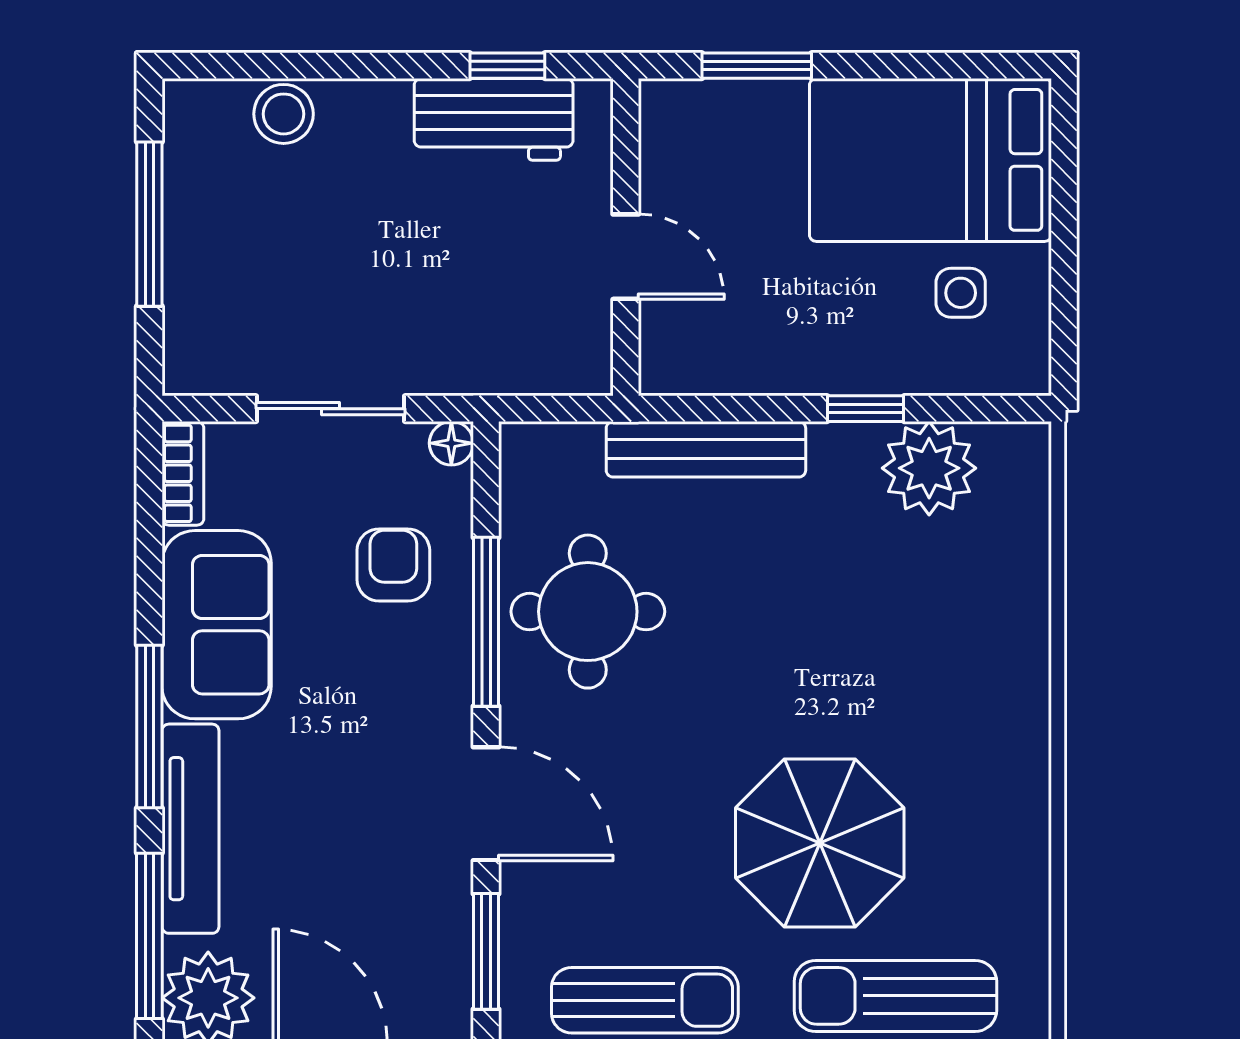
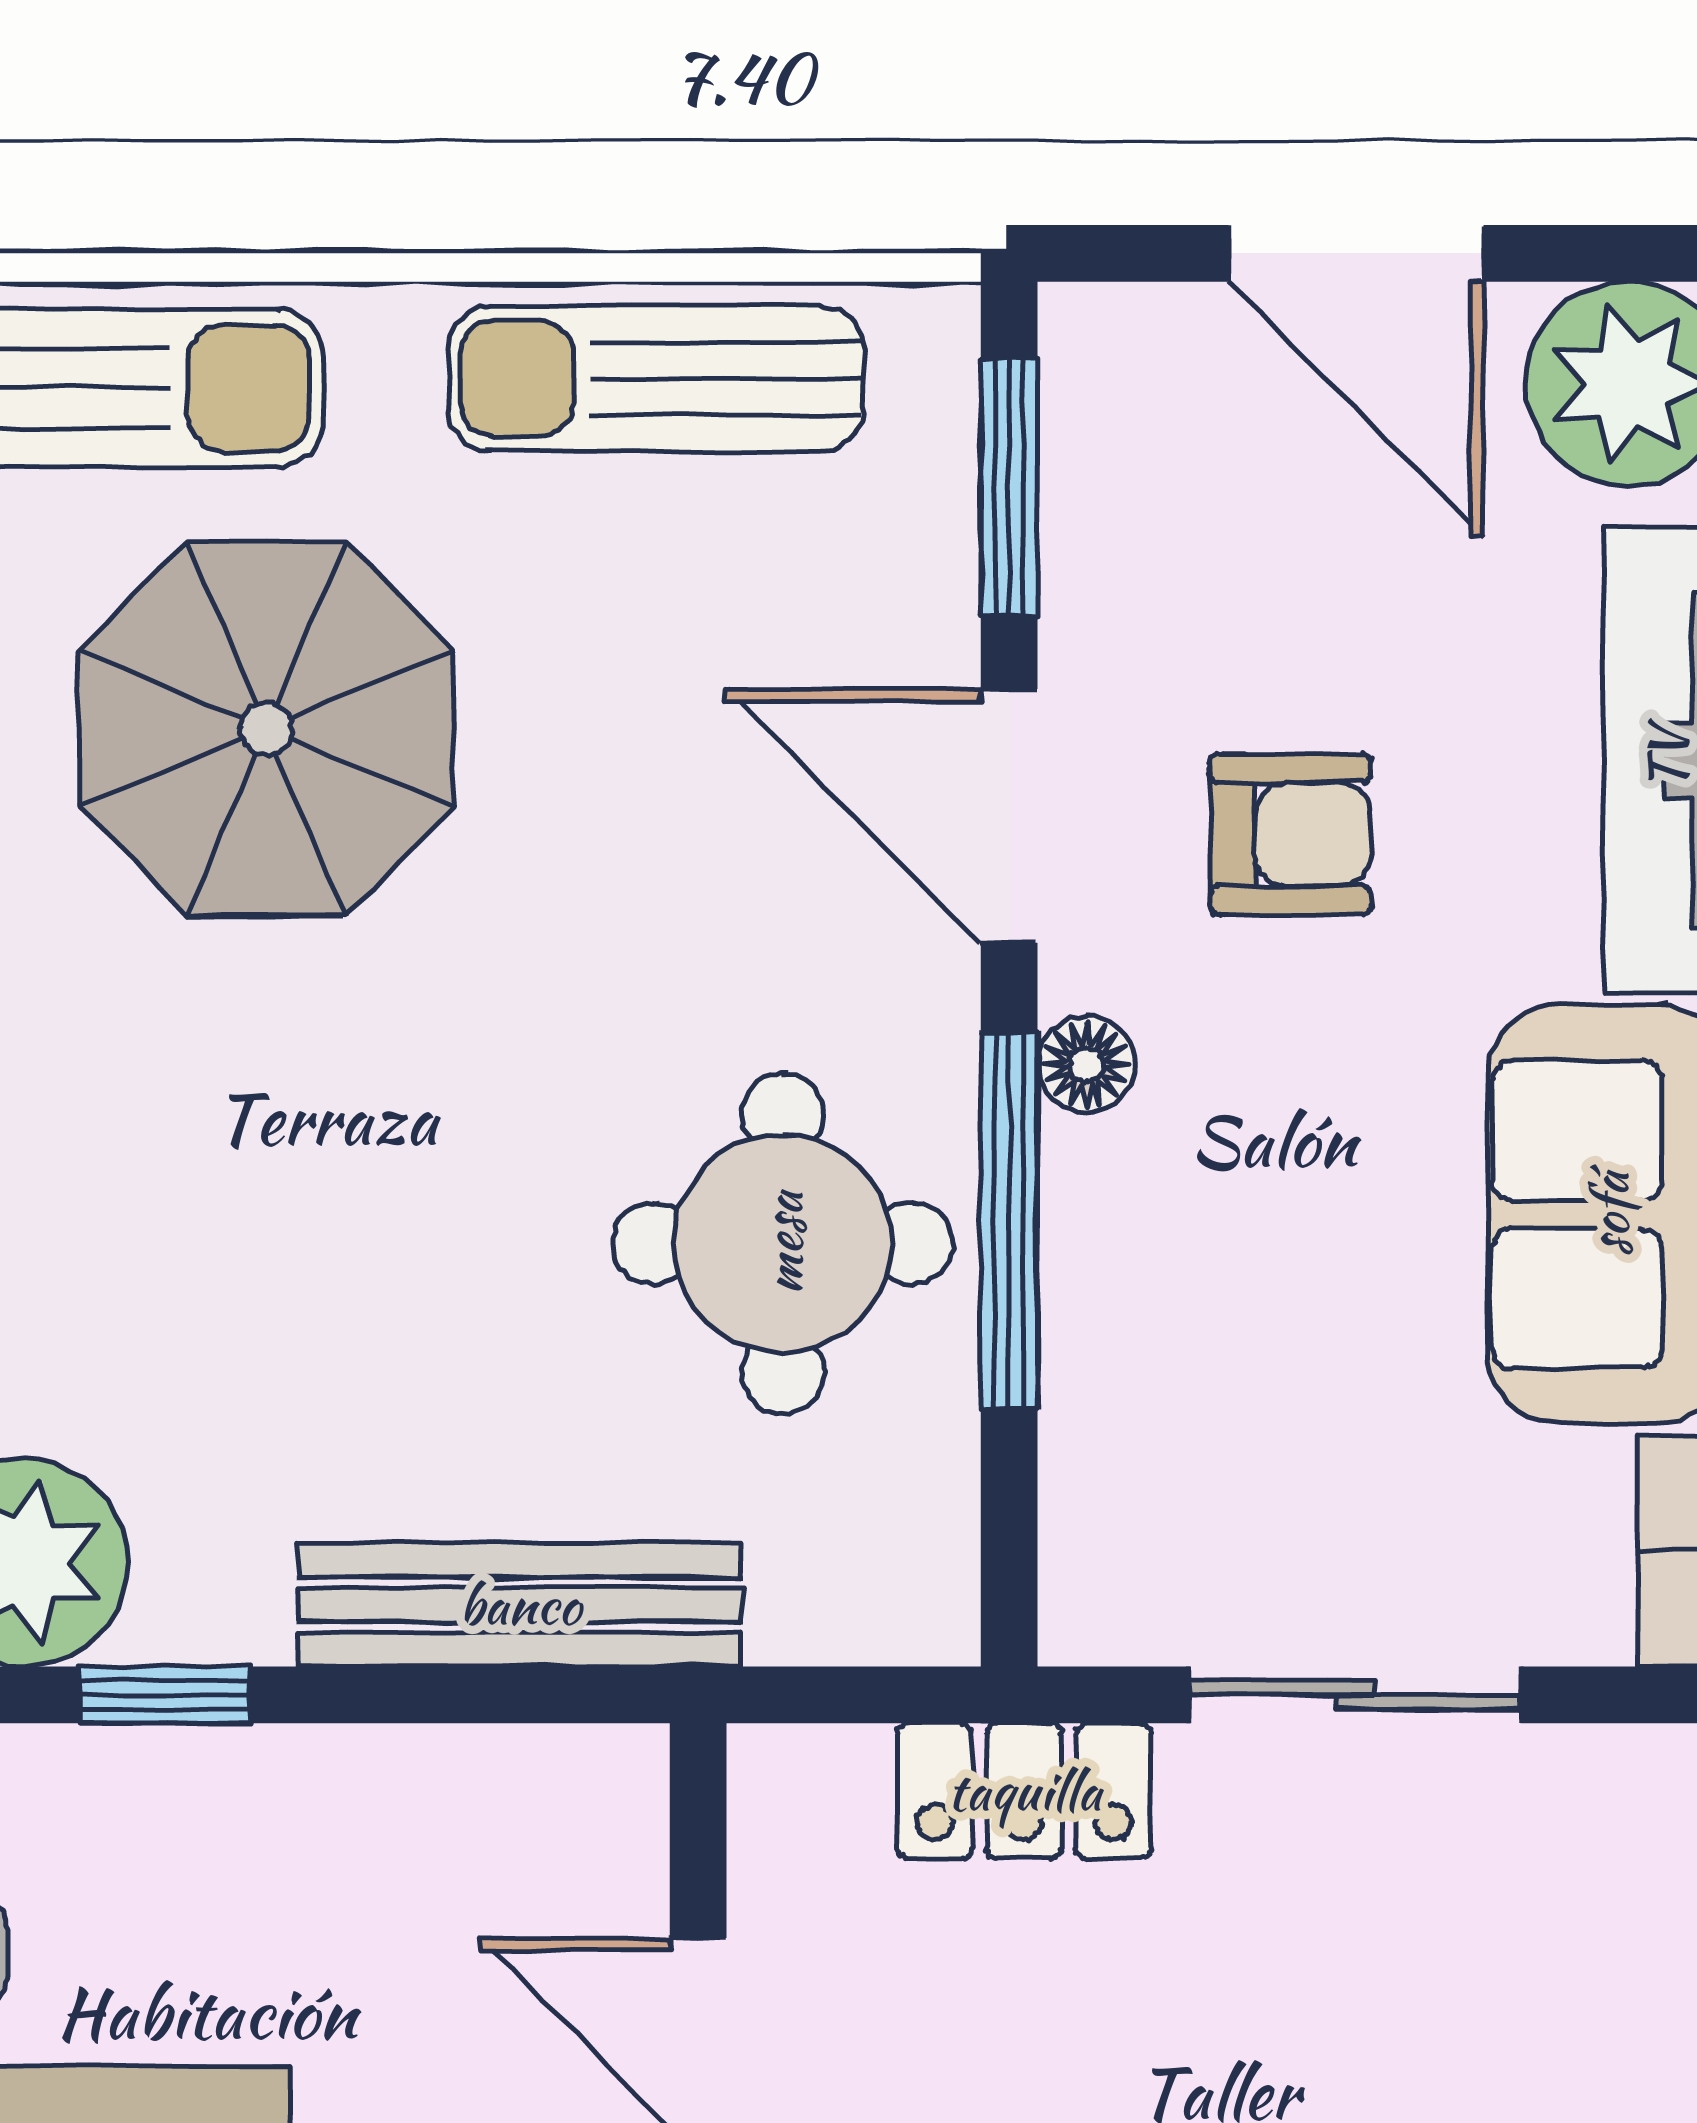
locker: (479, 365) -> (1024, 1791), added
floor lamp: (451, 443) -> (1086, 1064), moved
armchair: (393, 565) -> (1290, 834), moved, turned -90

